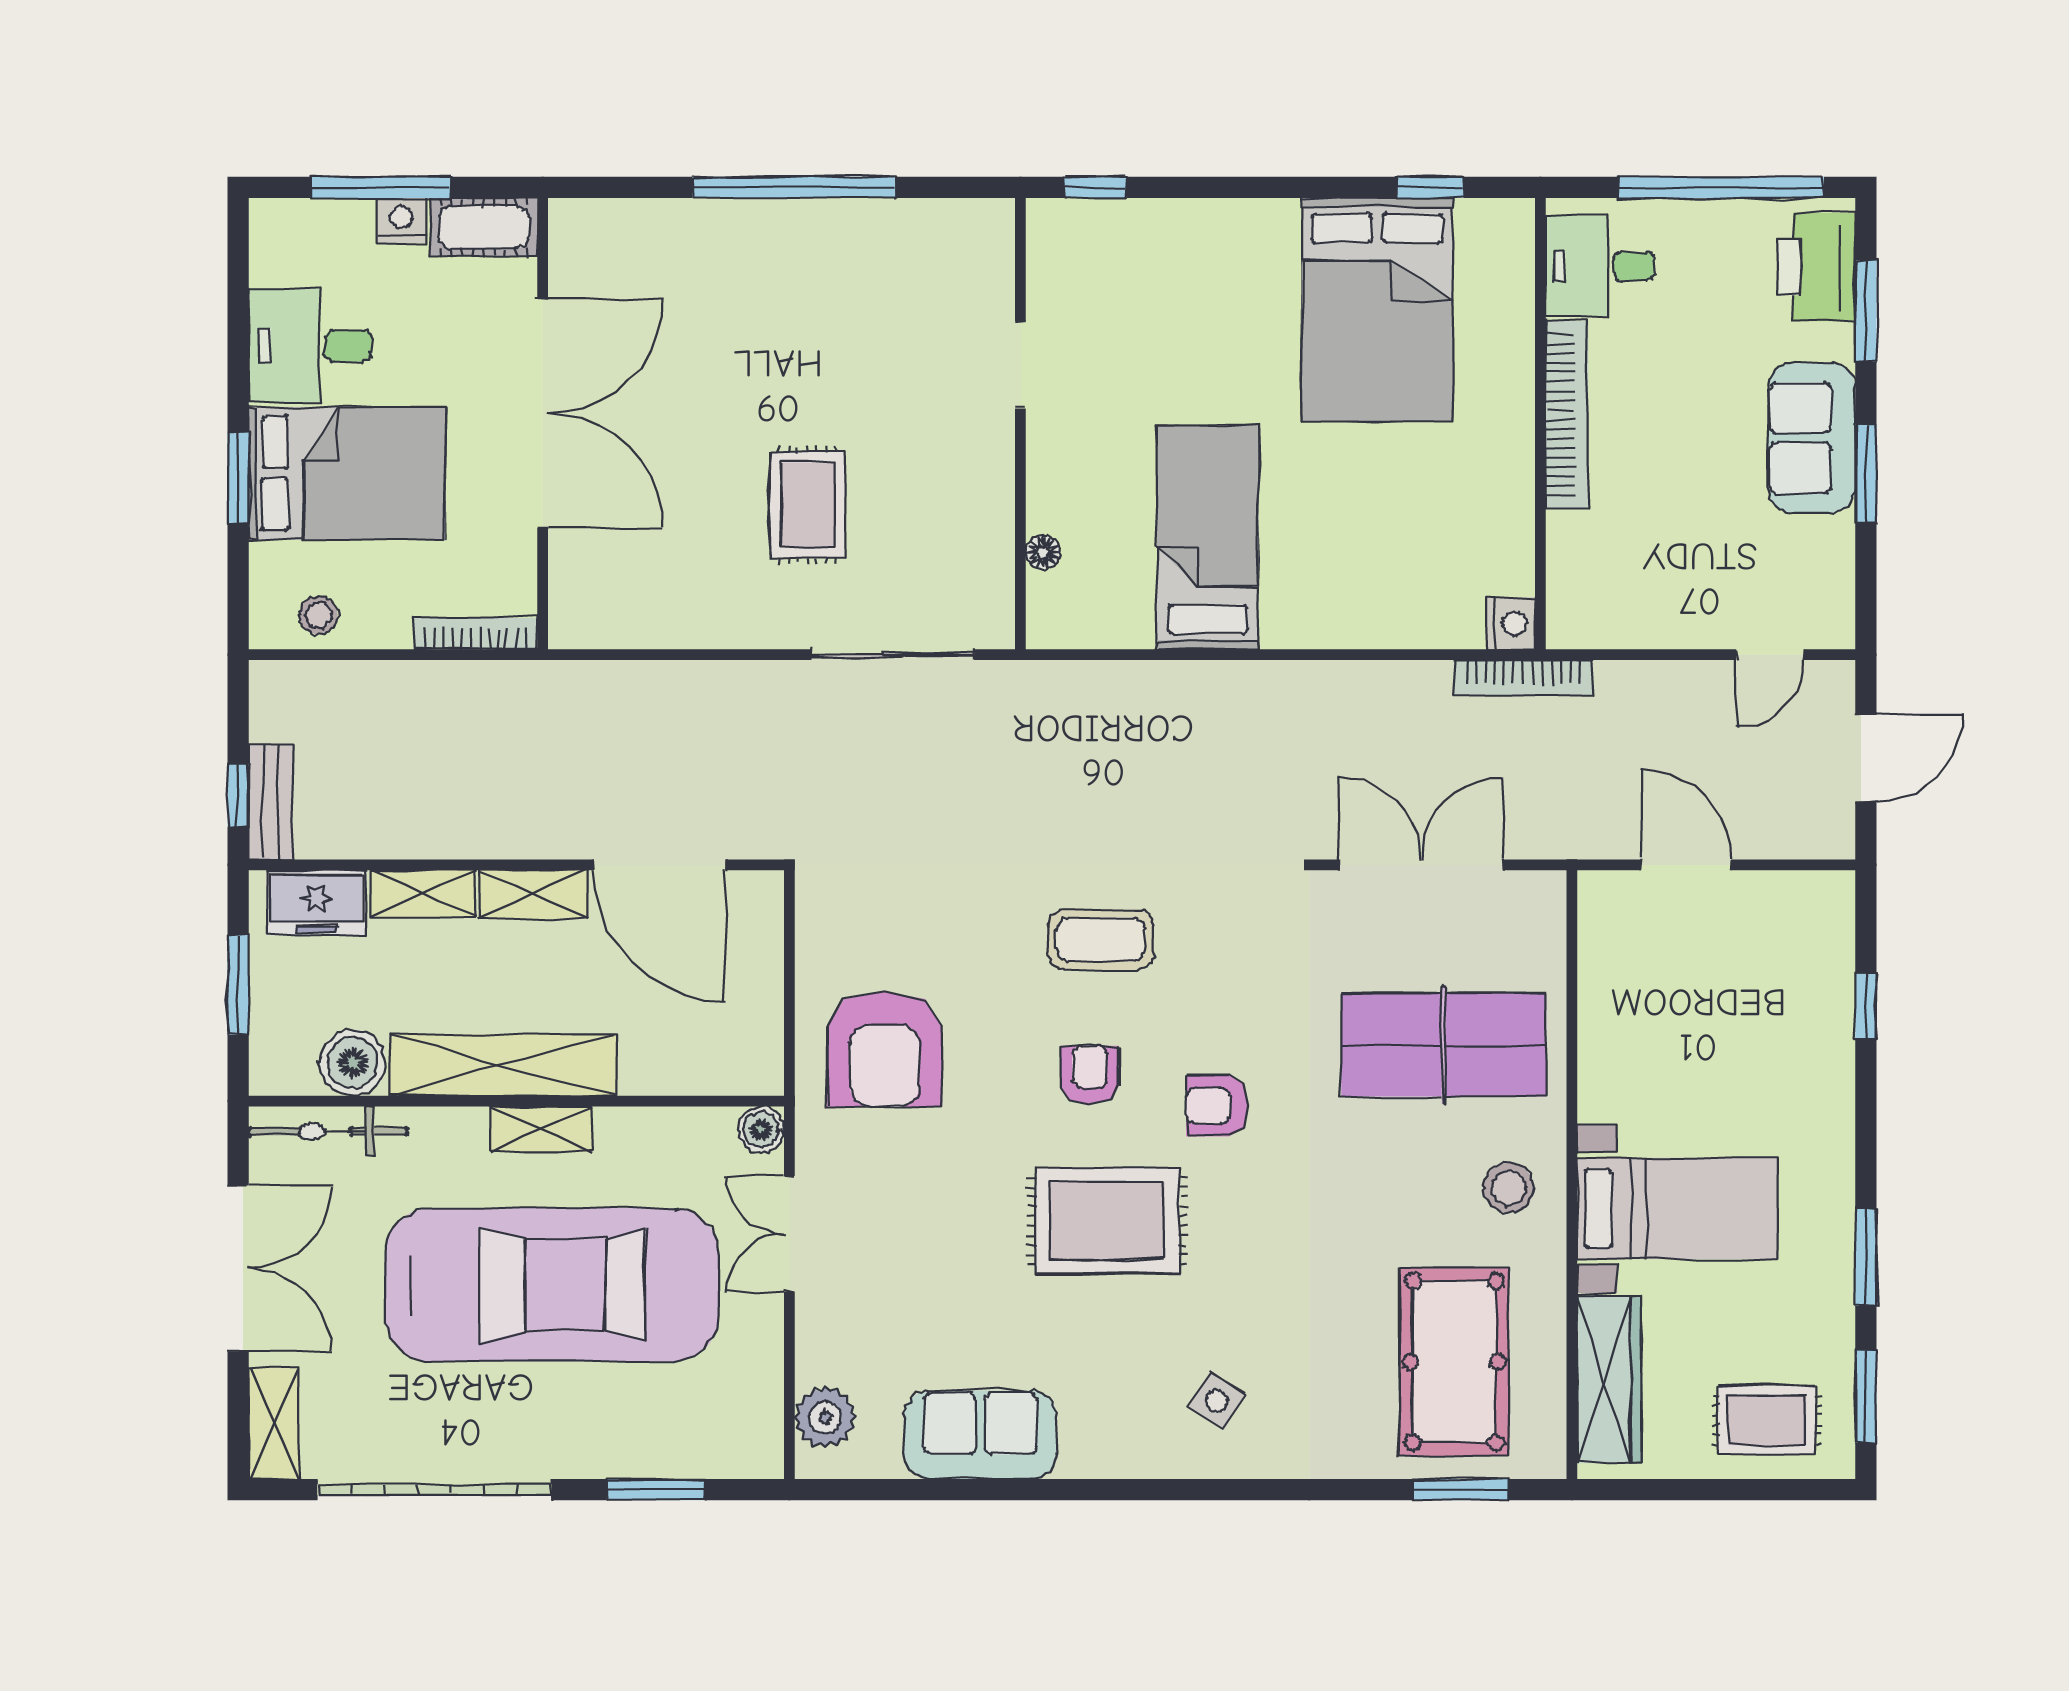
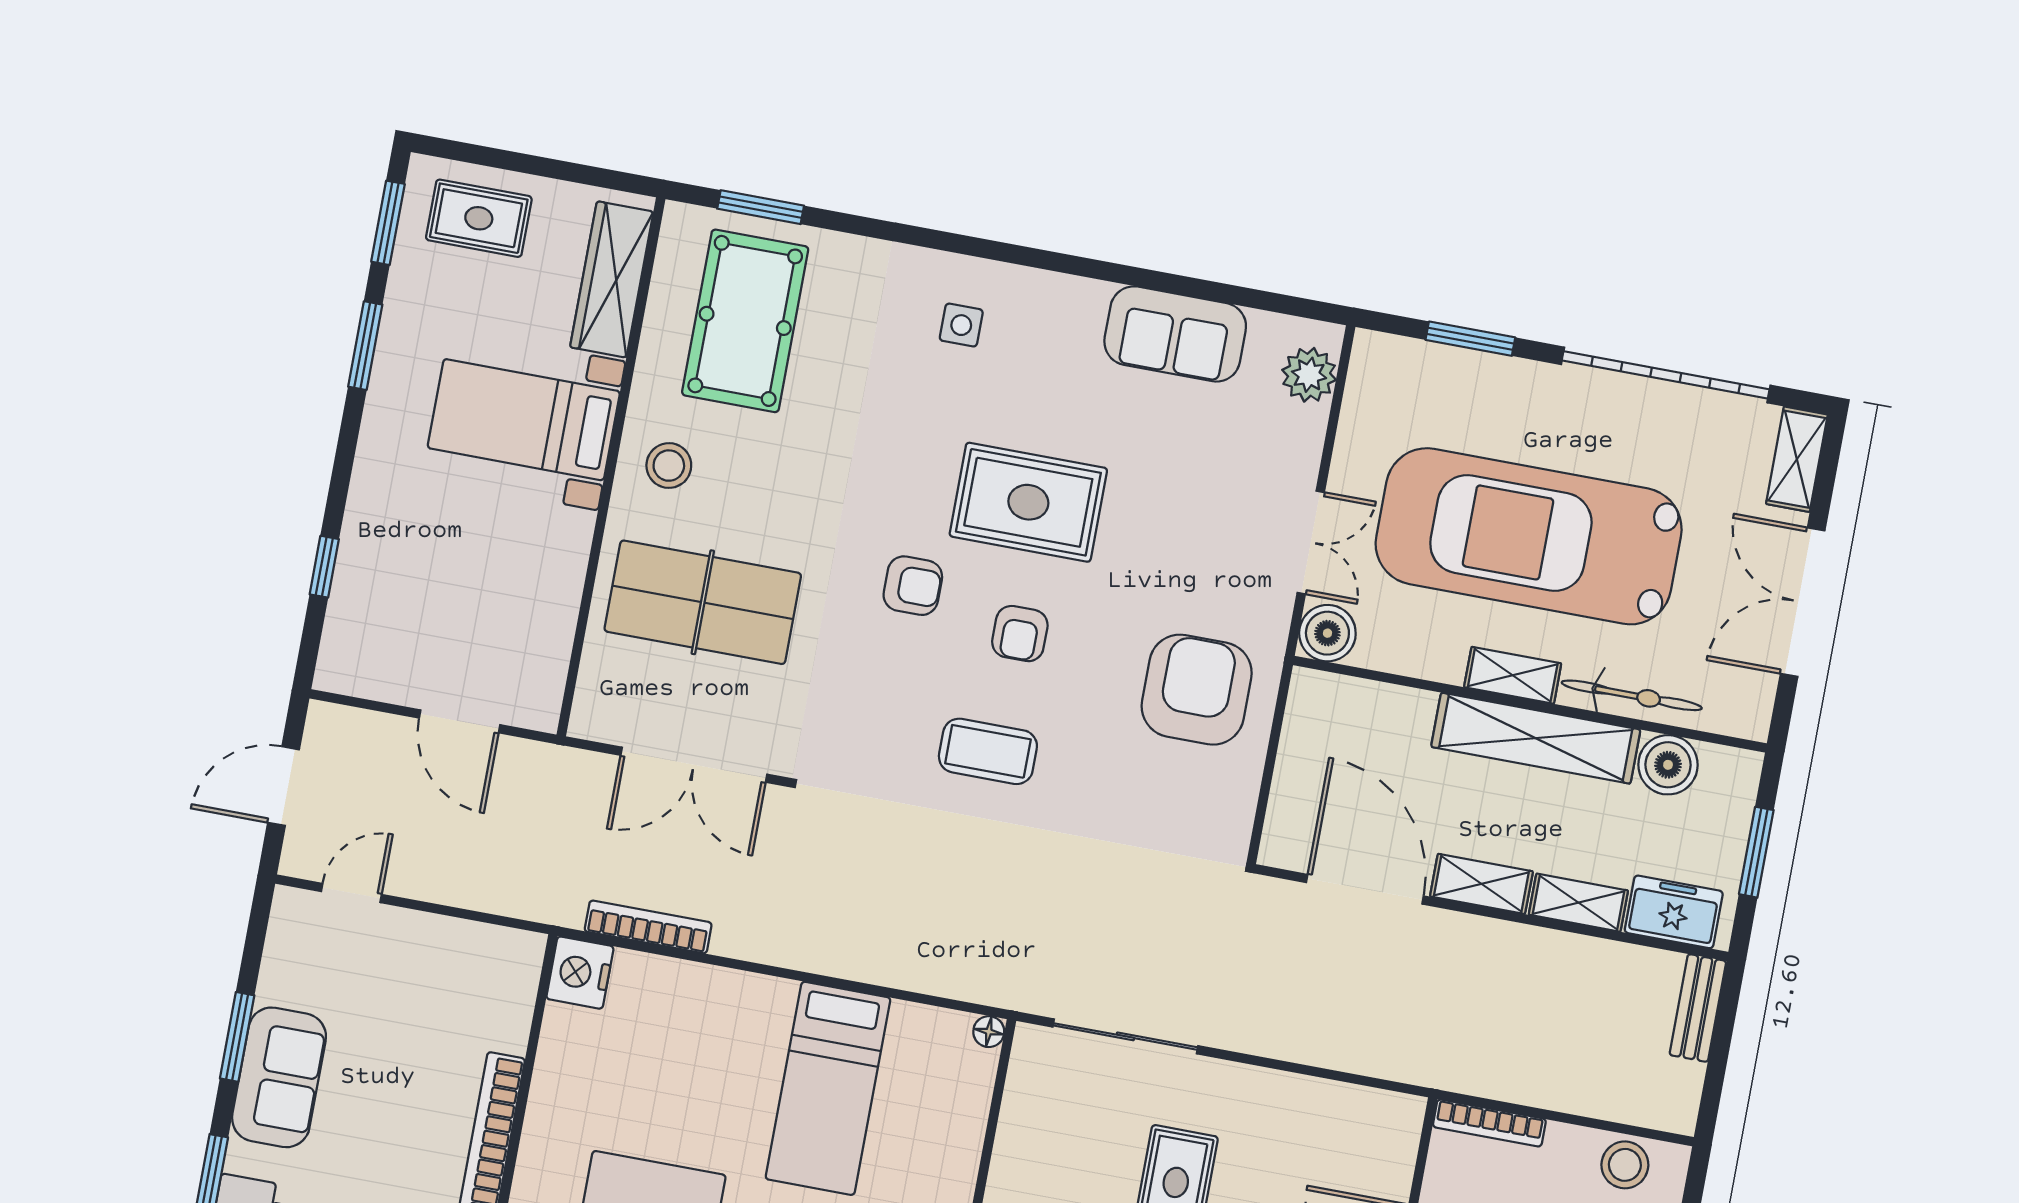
floor lamp: (1043, 552) -> (989, 1032), moved
stool: (319, 615) -> (1625, 1165), width x1.37, depth x1.37
nightstand: (1511, 623) -> (580, 973), width x1.36, depth x1.33
bookcase: (1523, 678) -> (648, 927), moved
window: (238, 796) -> (1725, 1019), removed
boiler: (761, 1129) -> (1327, 633), width x1.36, depth x1.36
bicycle: (328, 1131) -> (1632, 695), moved
side table: (1217, 1401) -> (961, 325), turned -31

